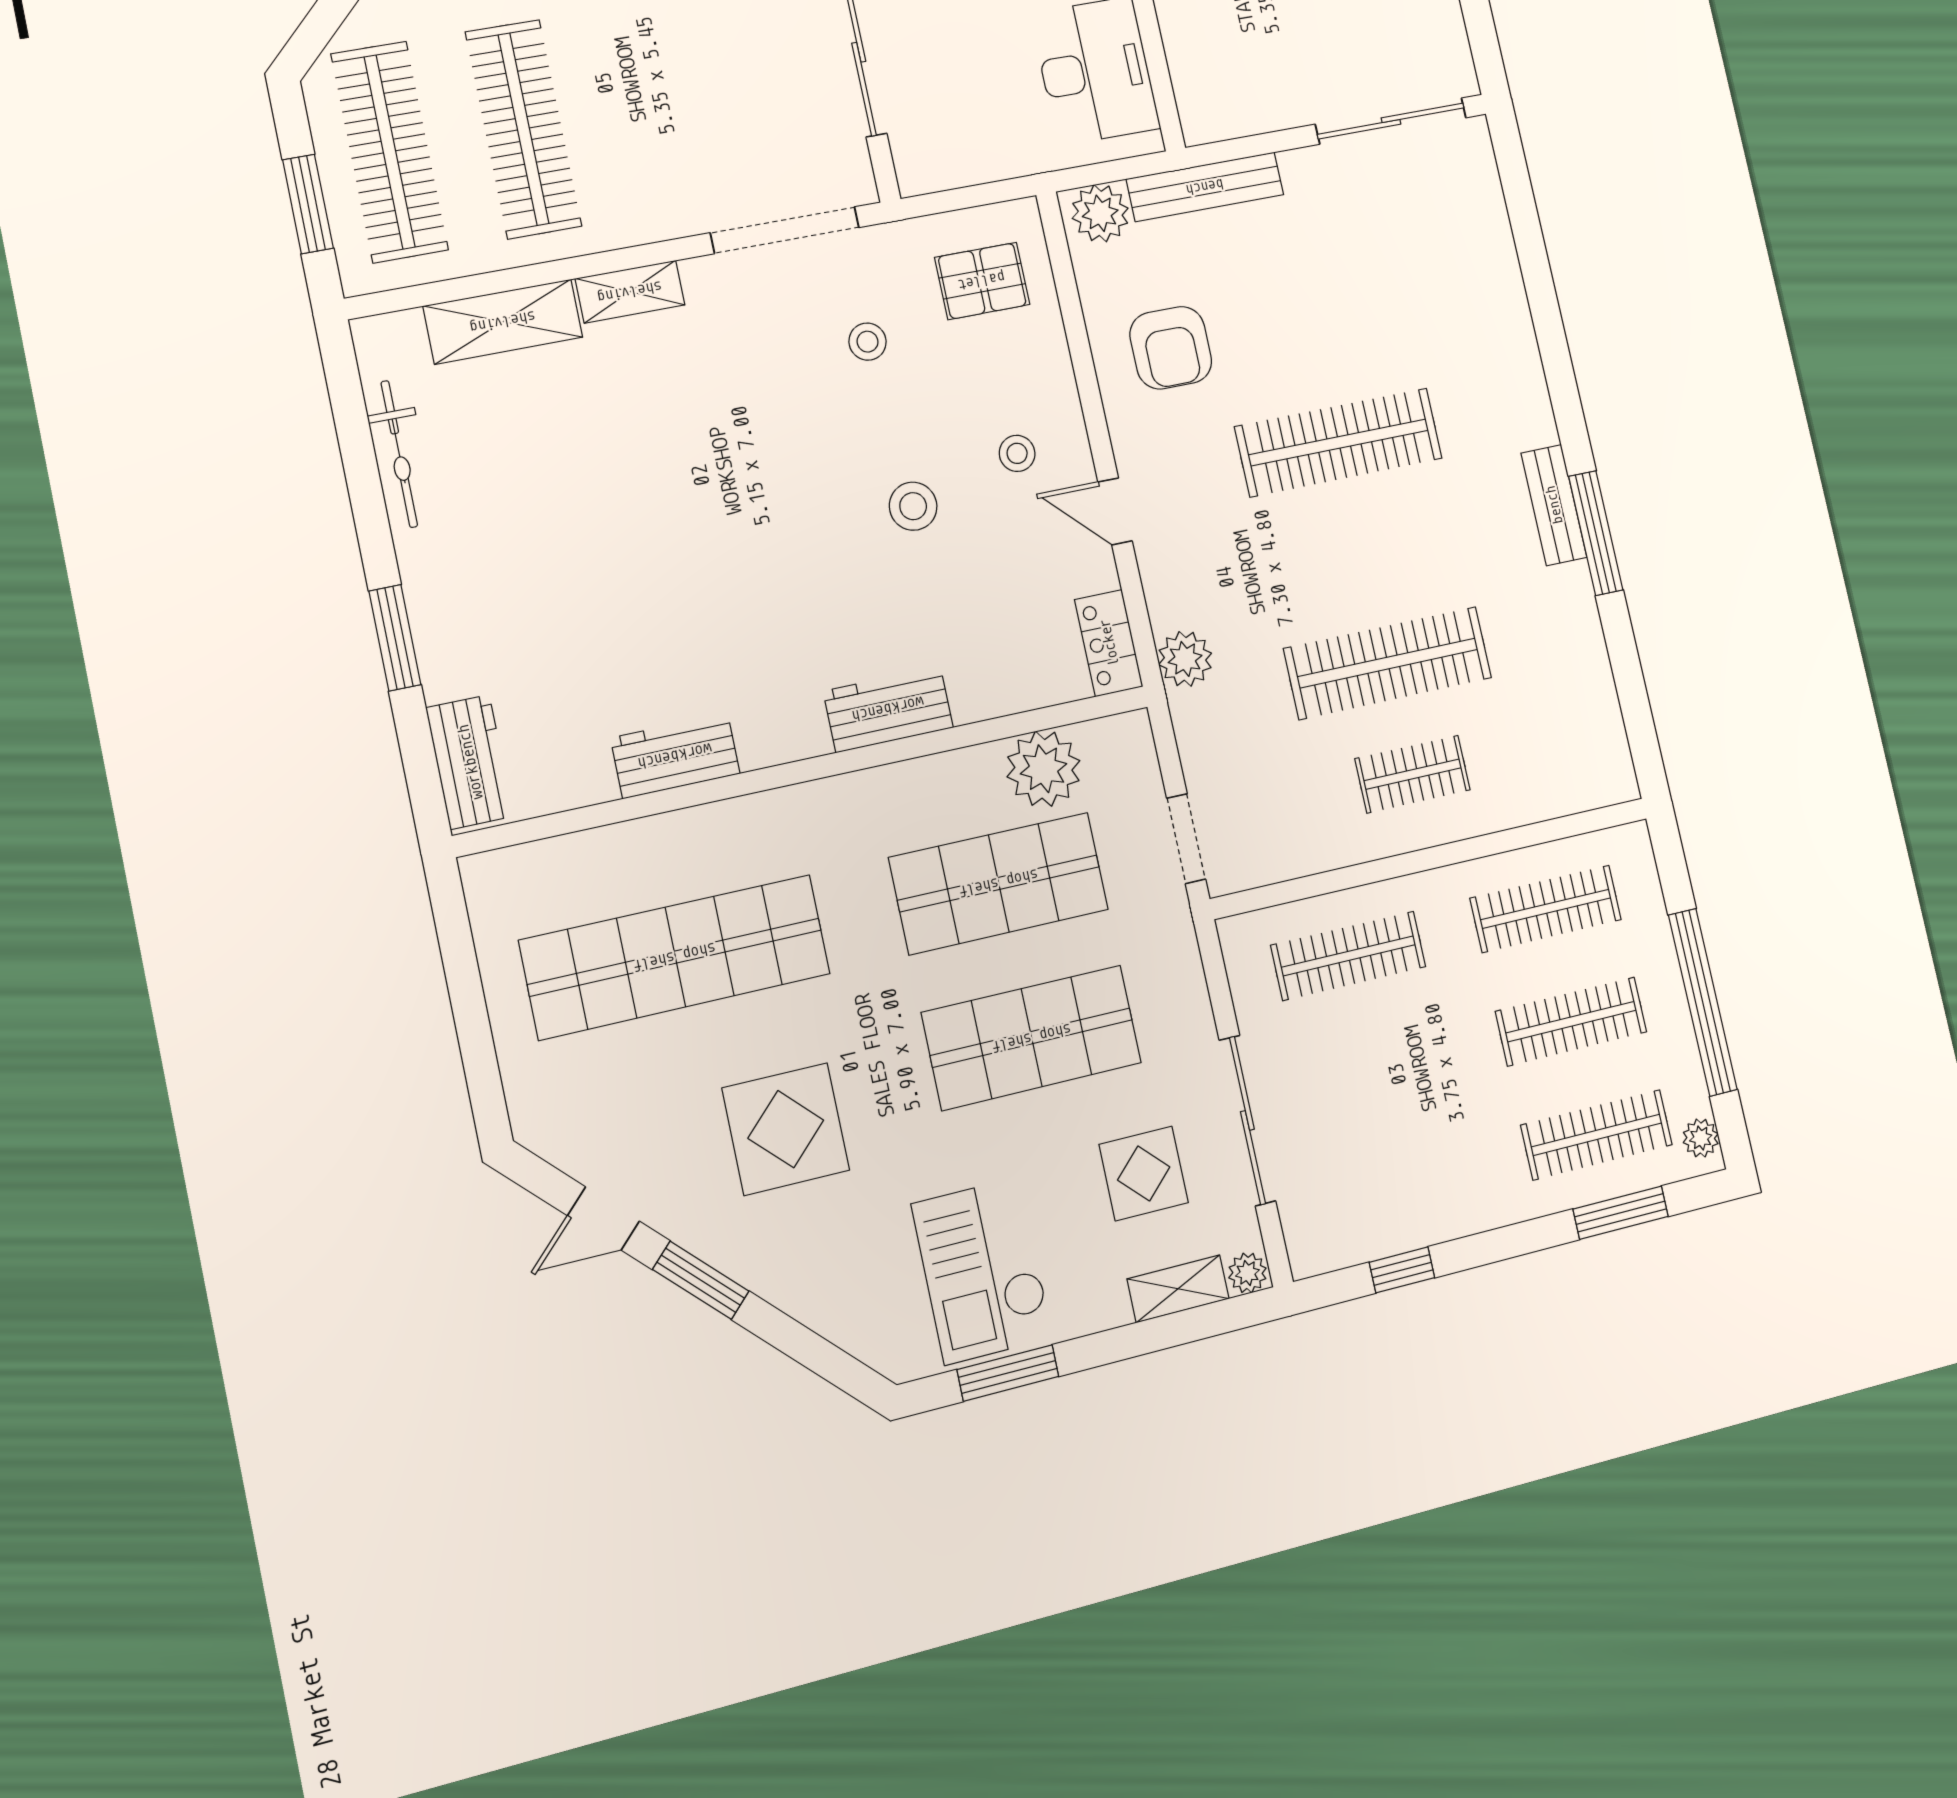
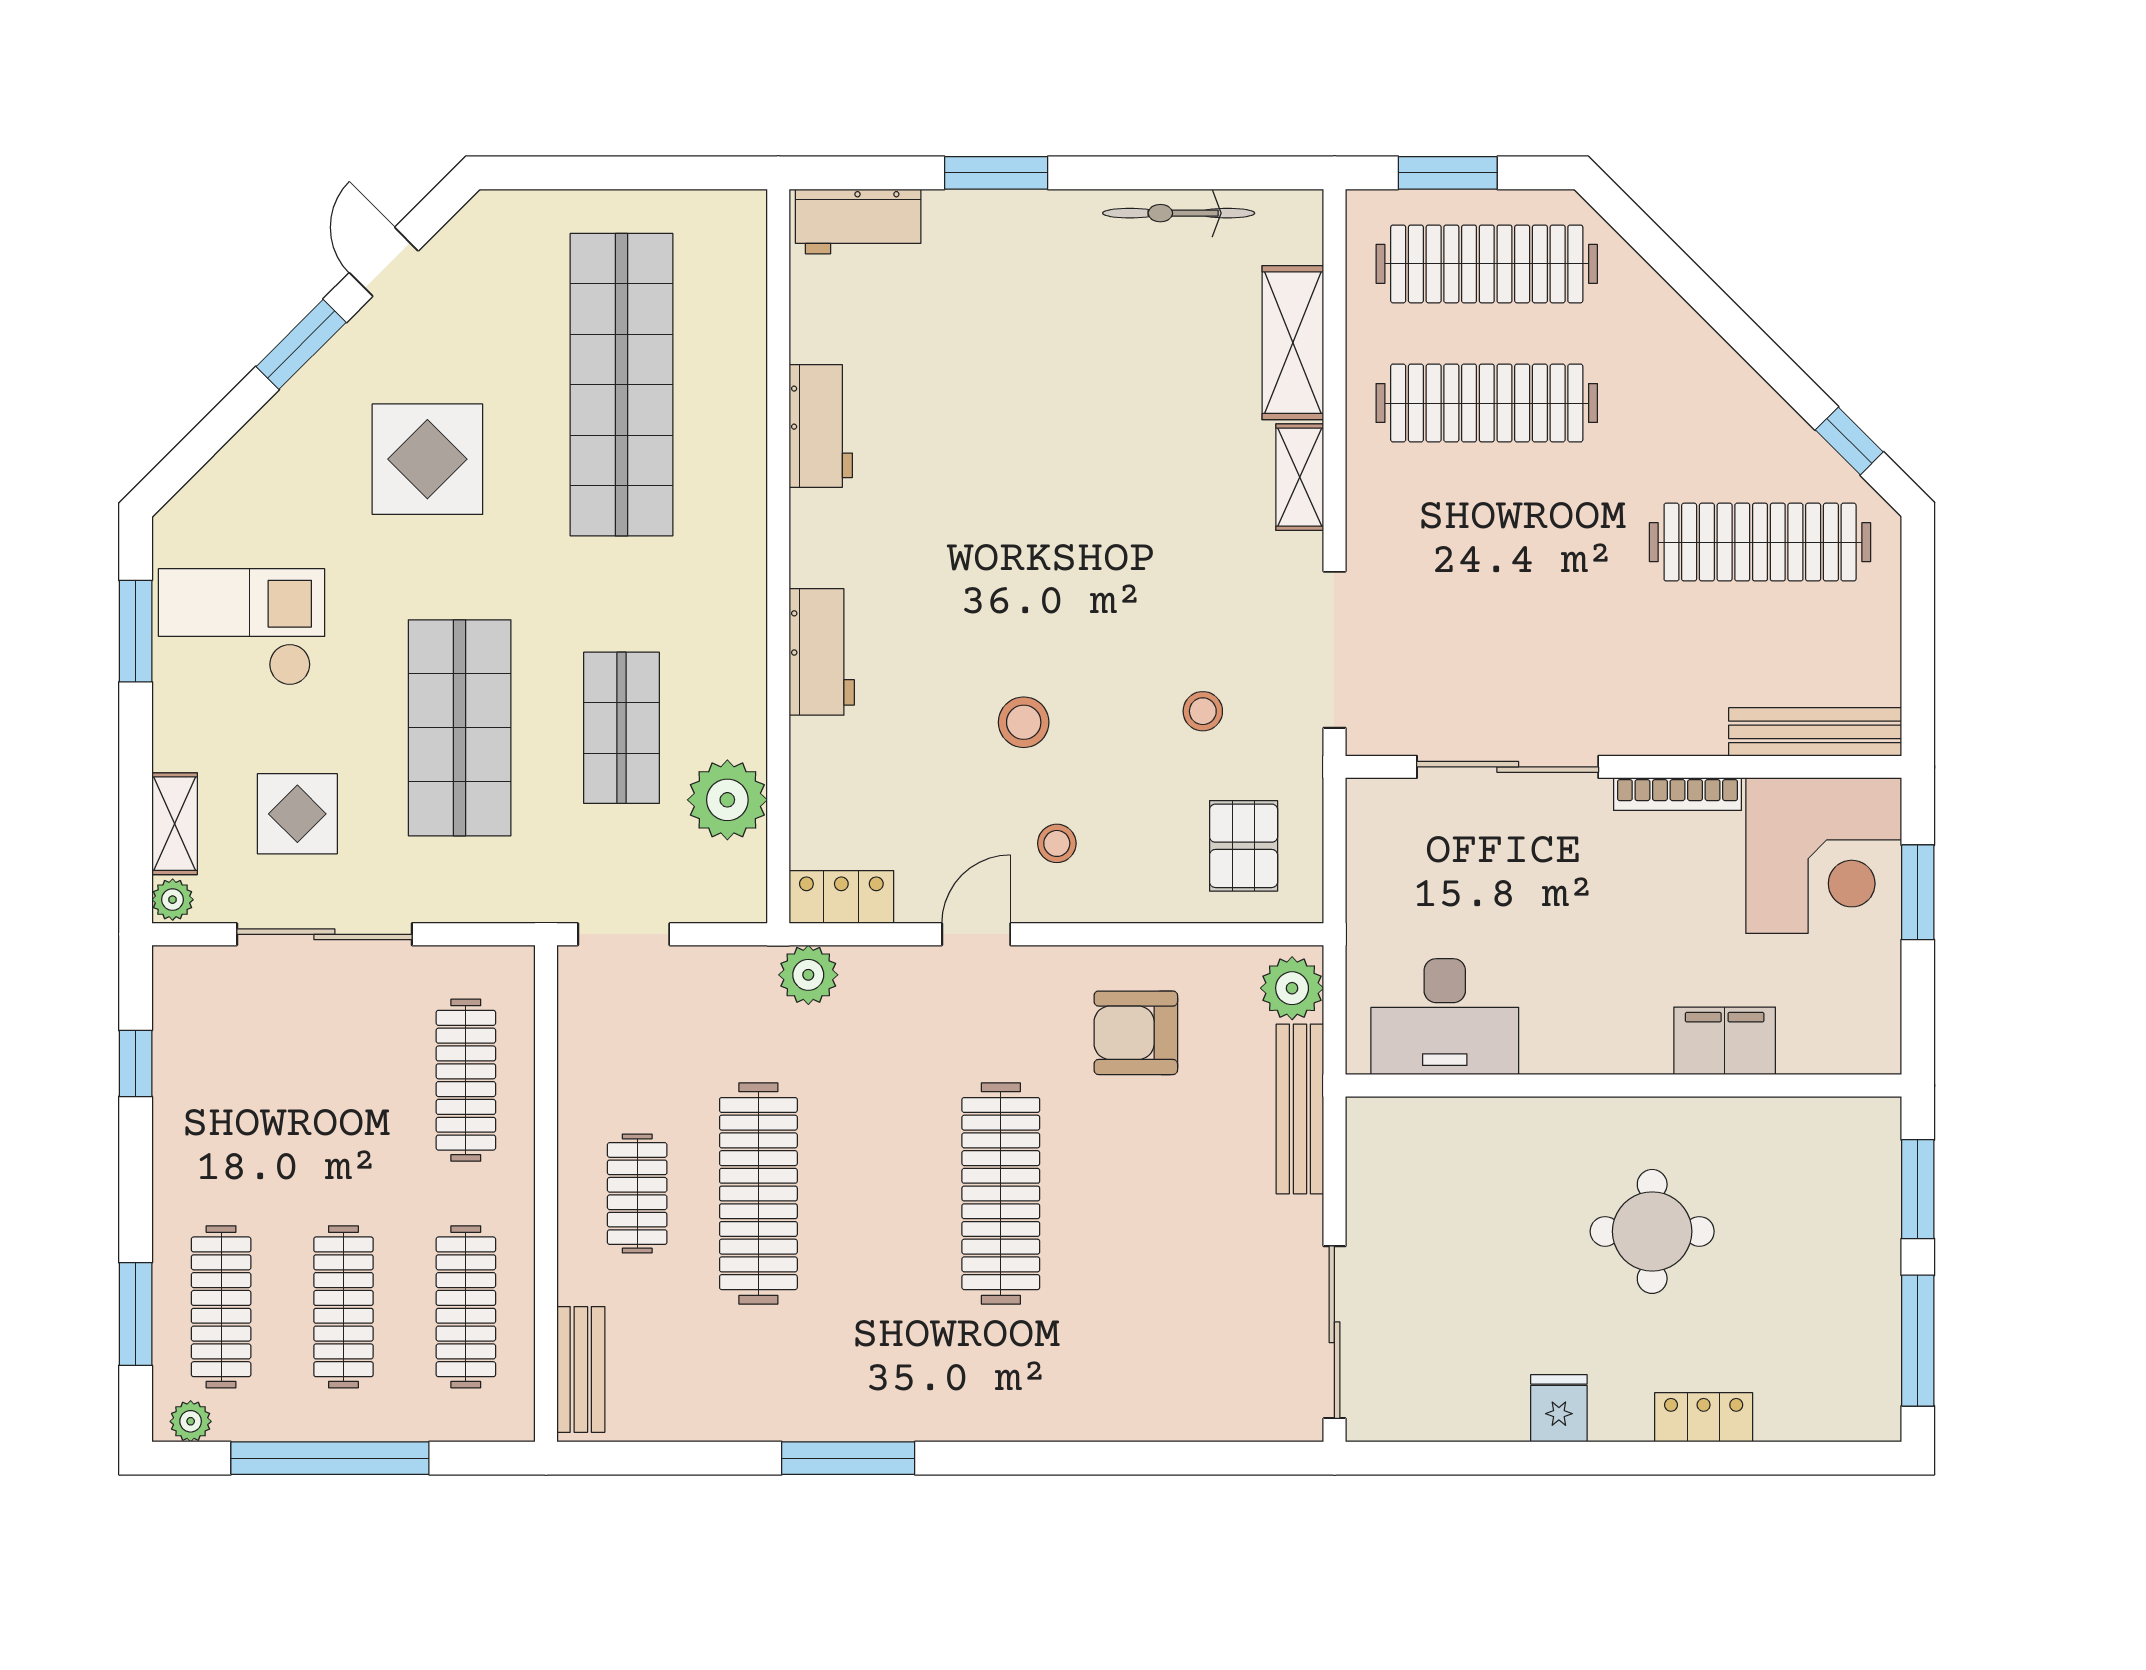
bench: (1554, 505) -> (581, 1369), moved, turned 90
shop shelf: (999, 883) -> (622, 728), width x0.70, depth x0.74

